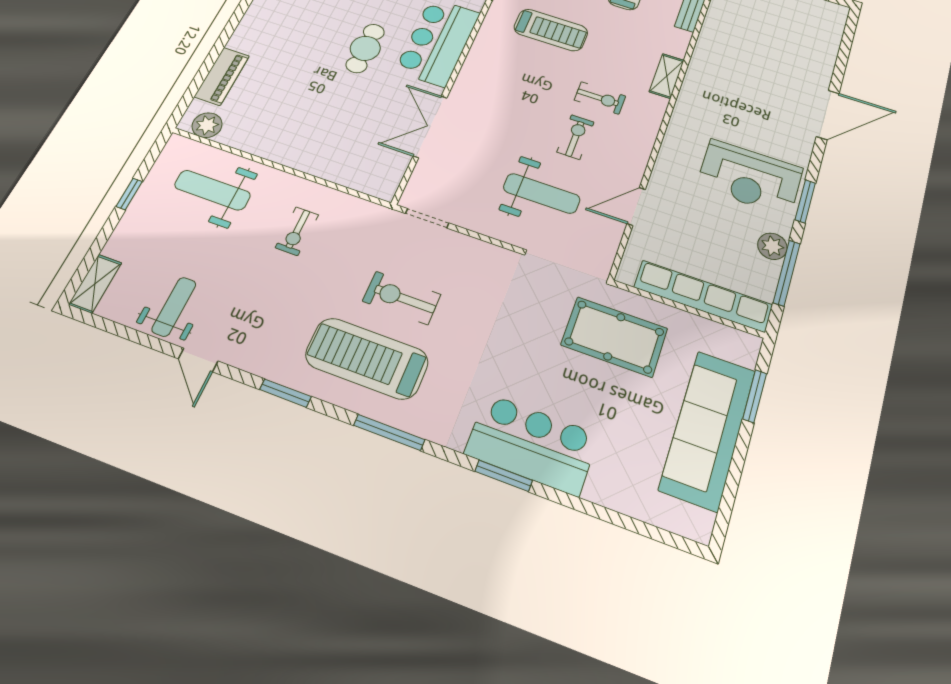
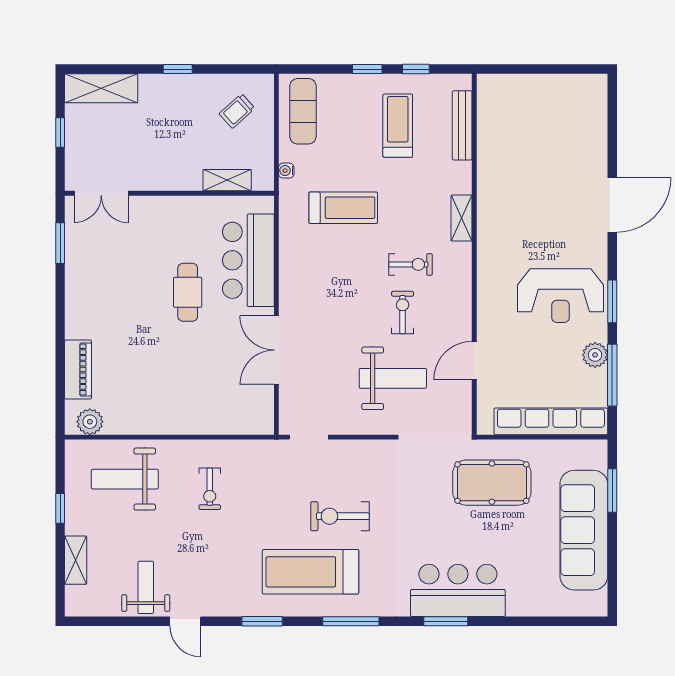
shelving: (95, 284) -> (76, 560), moved
exercise bike: (402, 298) -> (340, 516), moved

